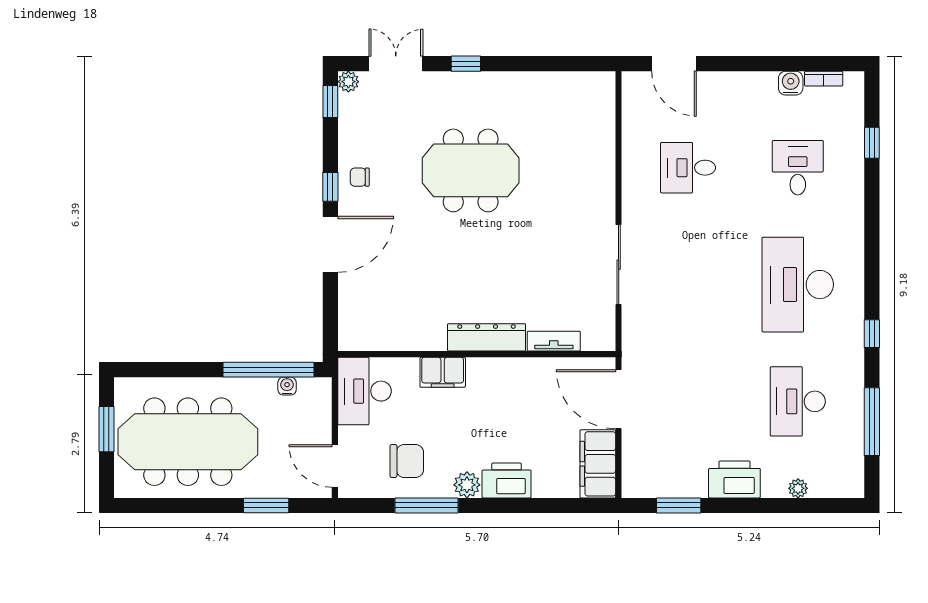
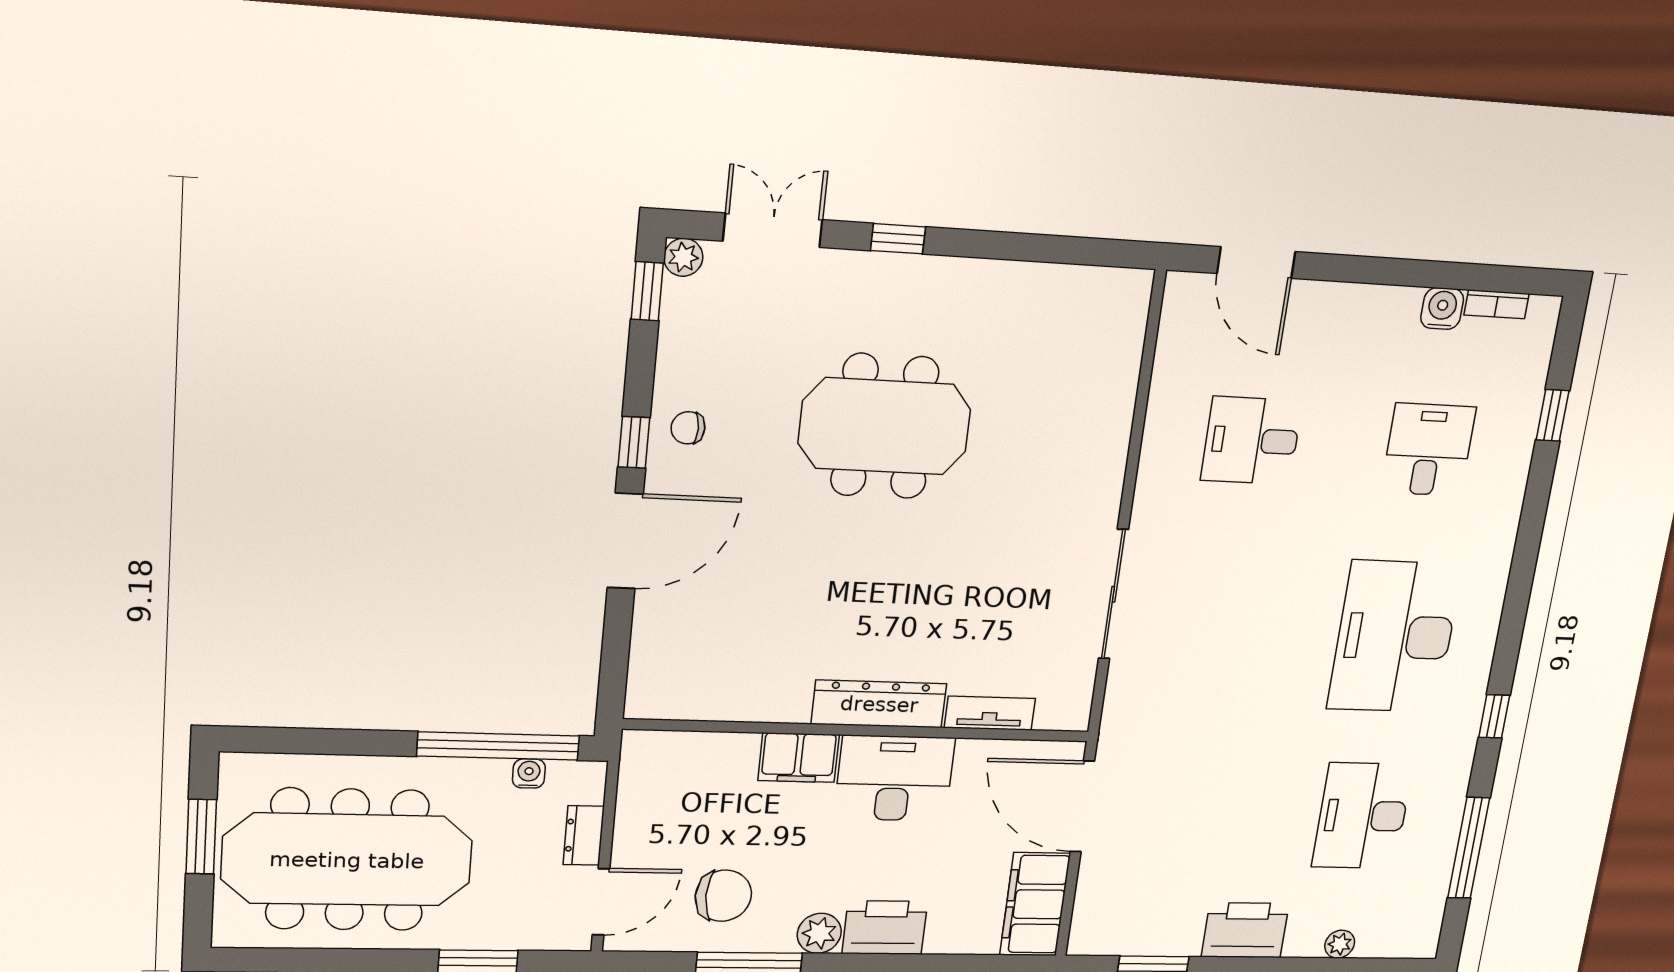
desk: (364, 391) -> (894, 778), moved, turned 90
dresser: (321, 424) -> (584, 835), added
door: (335, 466) -> (601, 902), swing flipped

